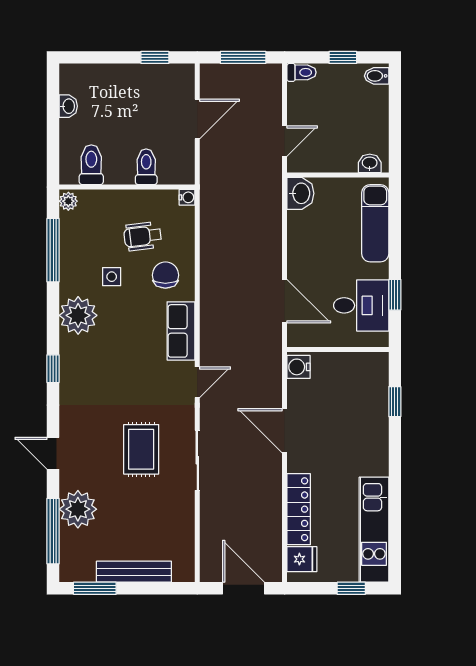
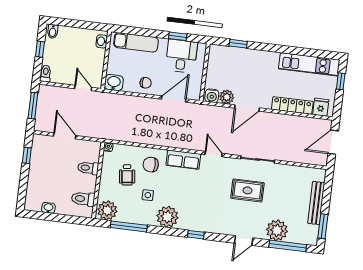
plant: (68, 201) -> (107, 210), width x1.88, depth x1.88
chair: (307, 249) -> (146, 83), added
plant: (300, 393) -> (227, 97), added

